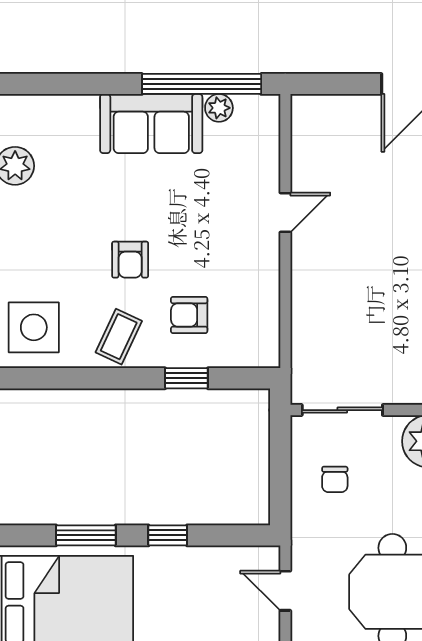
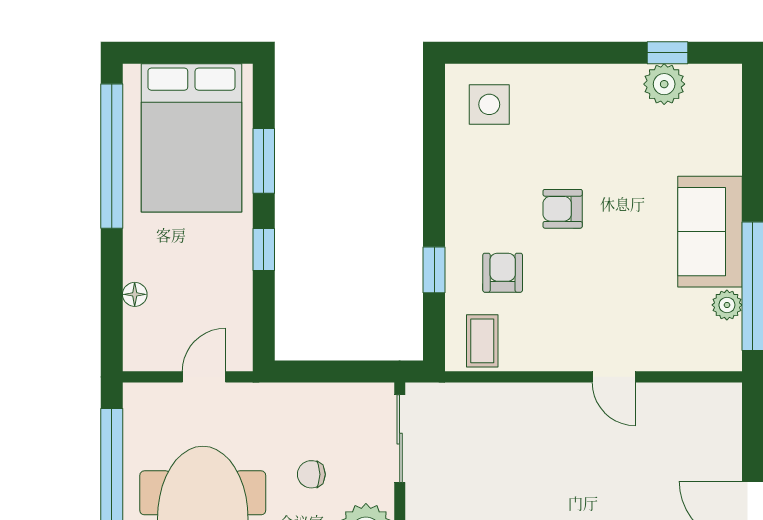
side table: (34, 327) -> (489, 104), width x0.73, depth x0.73
coffee table: (119, 337) -> (482, 341), moved, turned 65
chair: (335, 479) -> (311, 474), moved

